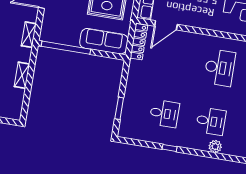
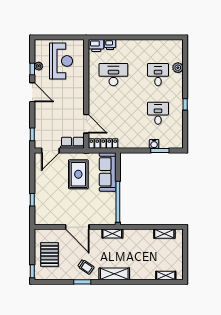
shelving: (22, 75) -> (164, 234), moved
water cooler: (128, 103) -> (154, 144), added

